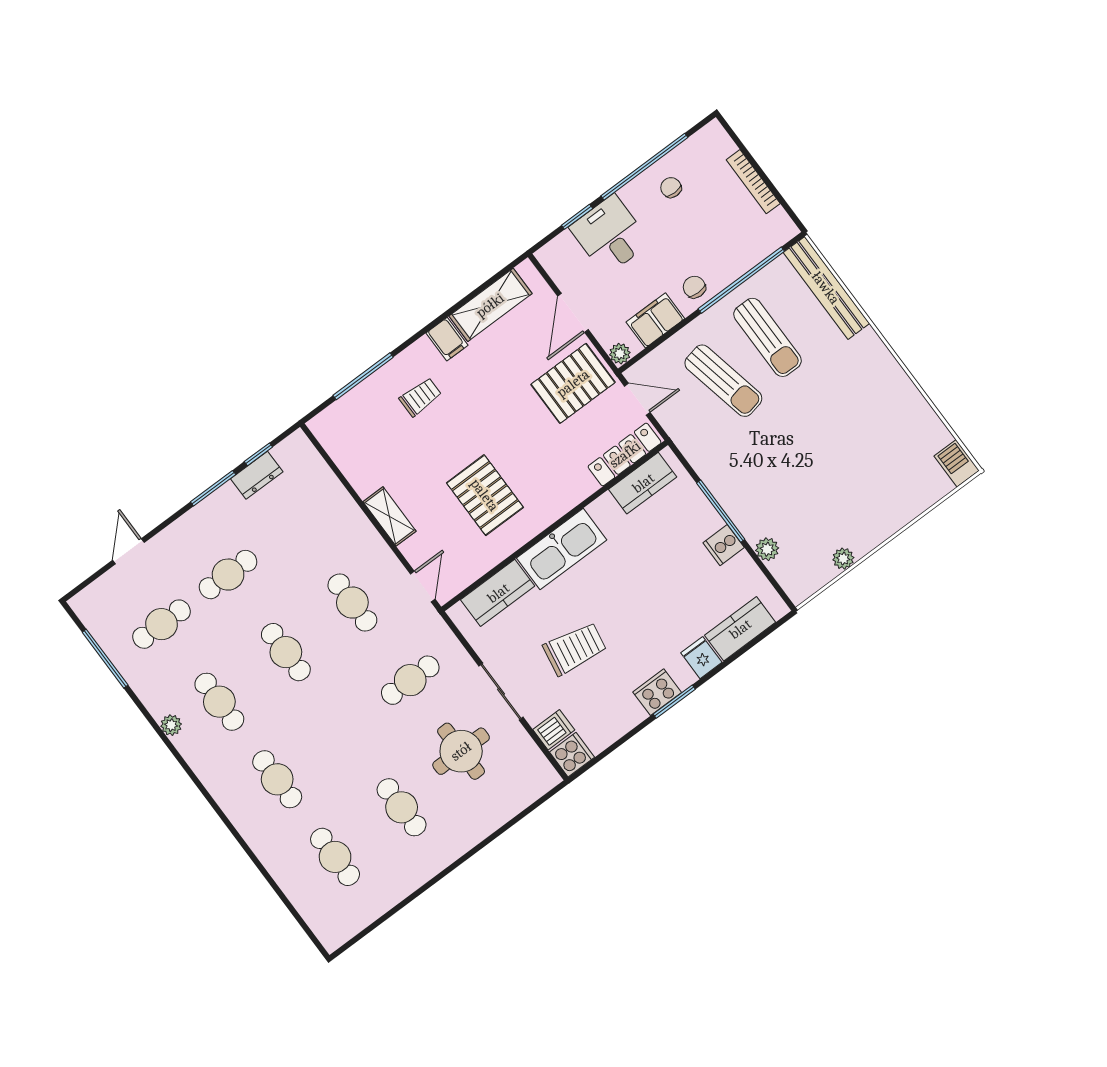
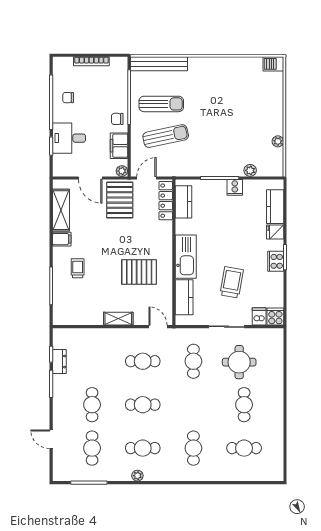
cafe table: (277, 779) -> (193, 448), turned 90
cafe table: (402, 807) -> (244, 405), turned 90

